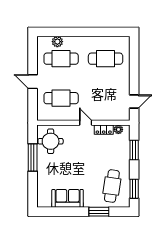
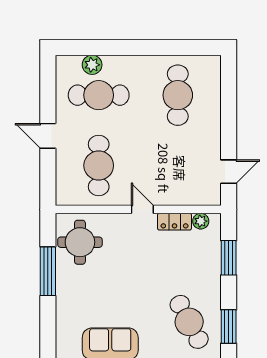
cafe table: (106, 59) -> (178, 95), turned 90
cafe table: (61, 98) -> (99, 165), turned 90
cafe table: (112, 186) -> (189, 322), turned -36

